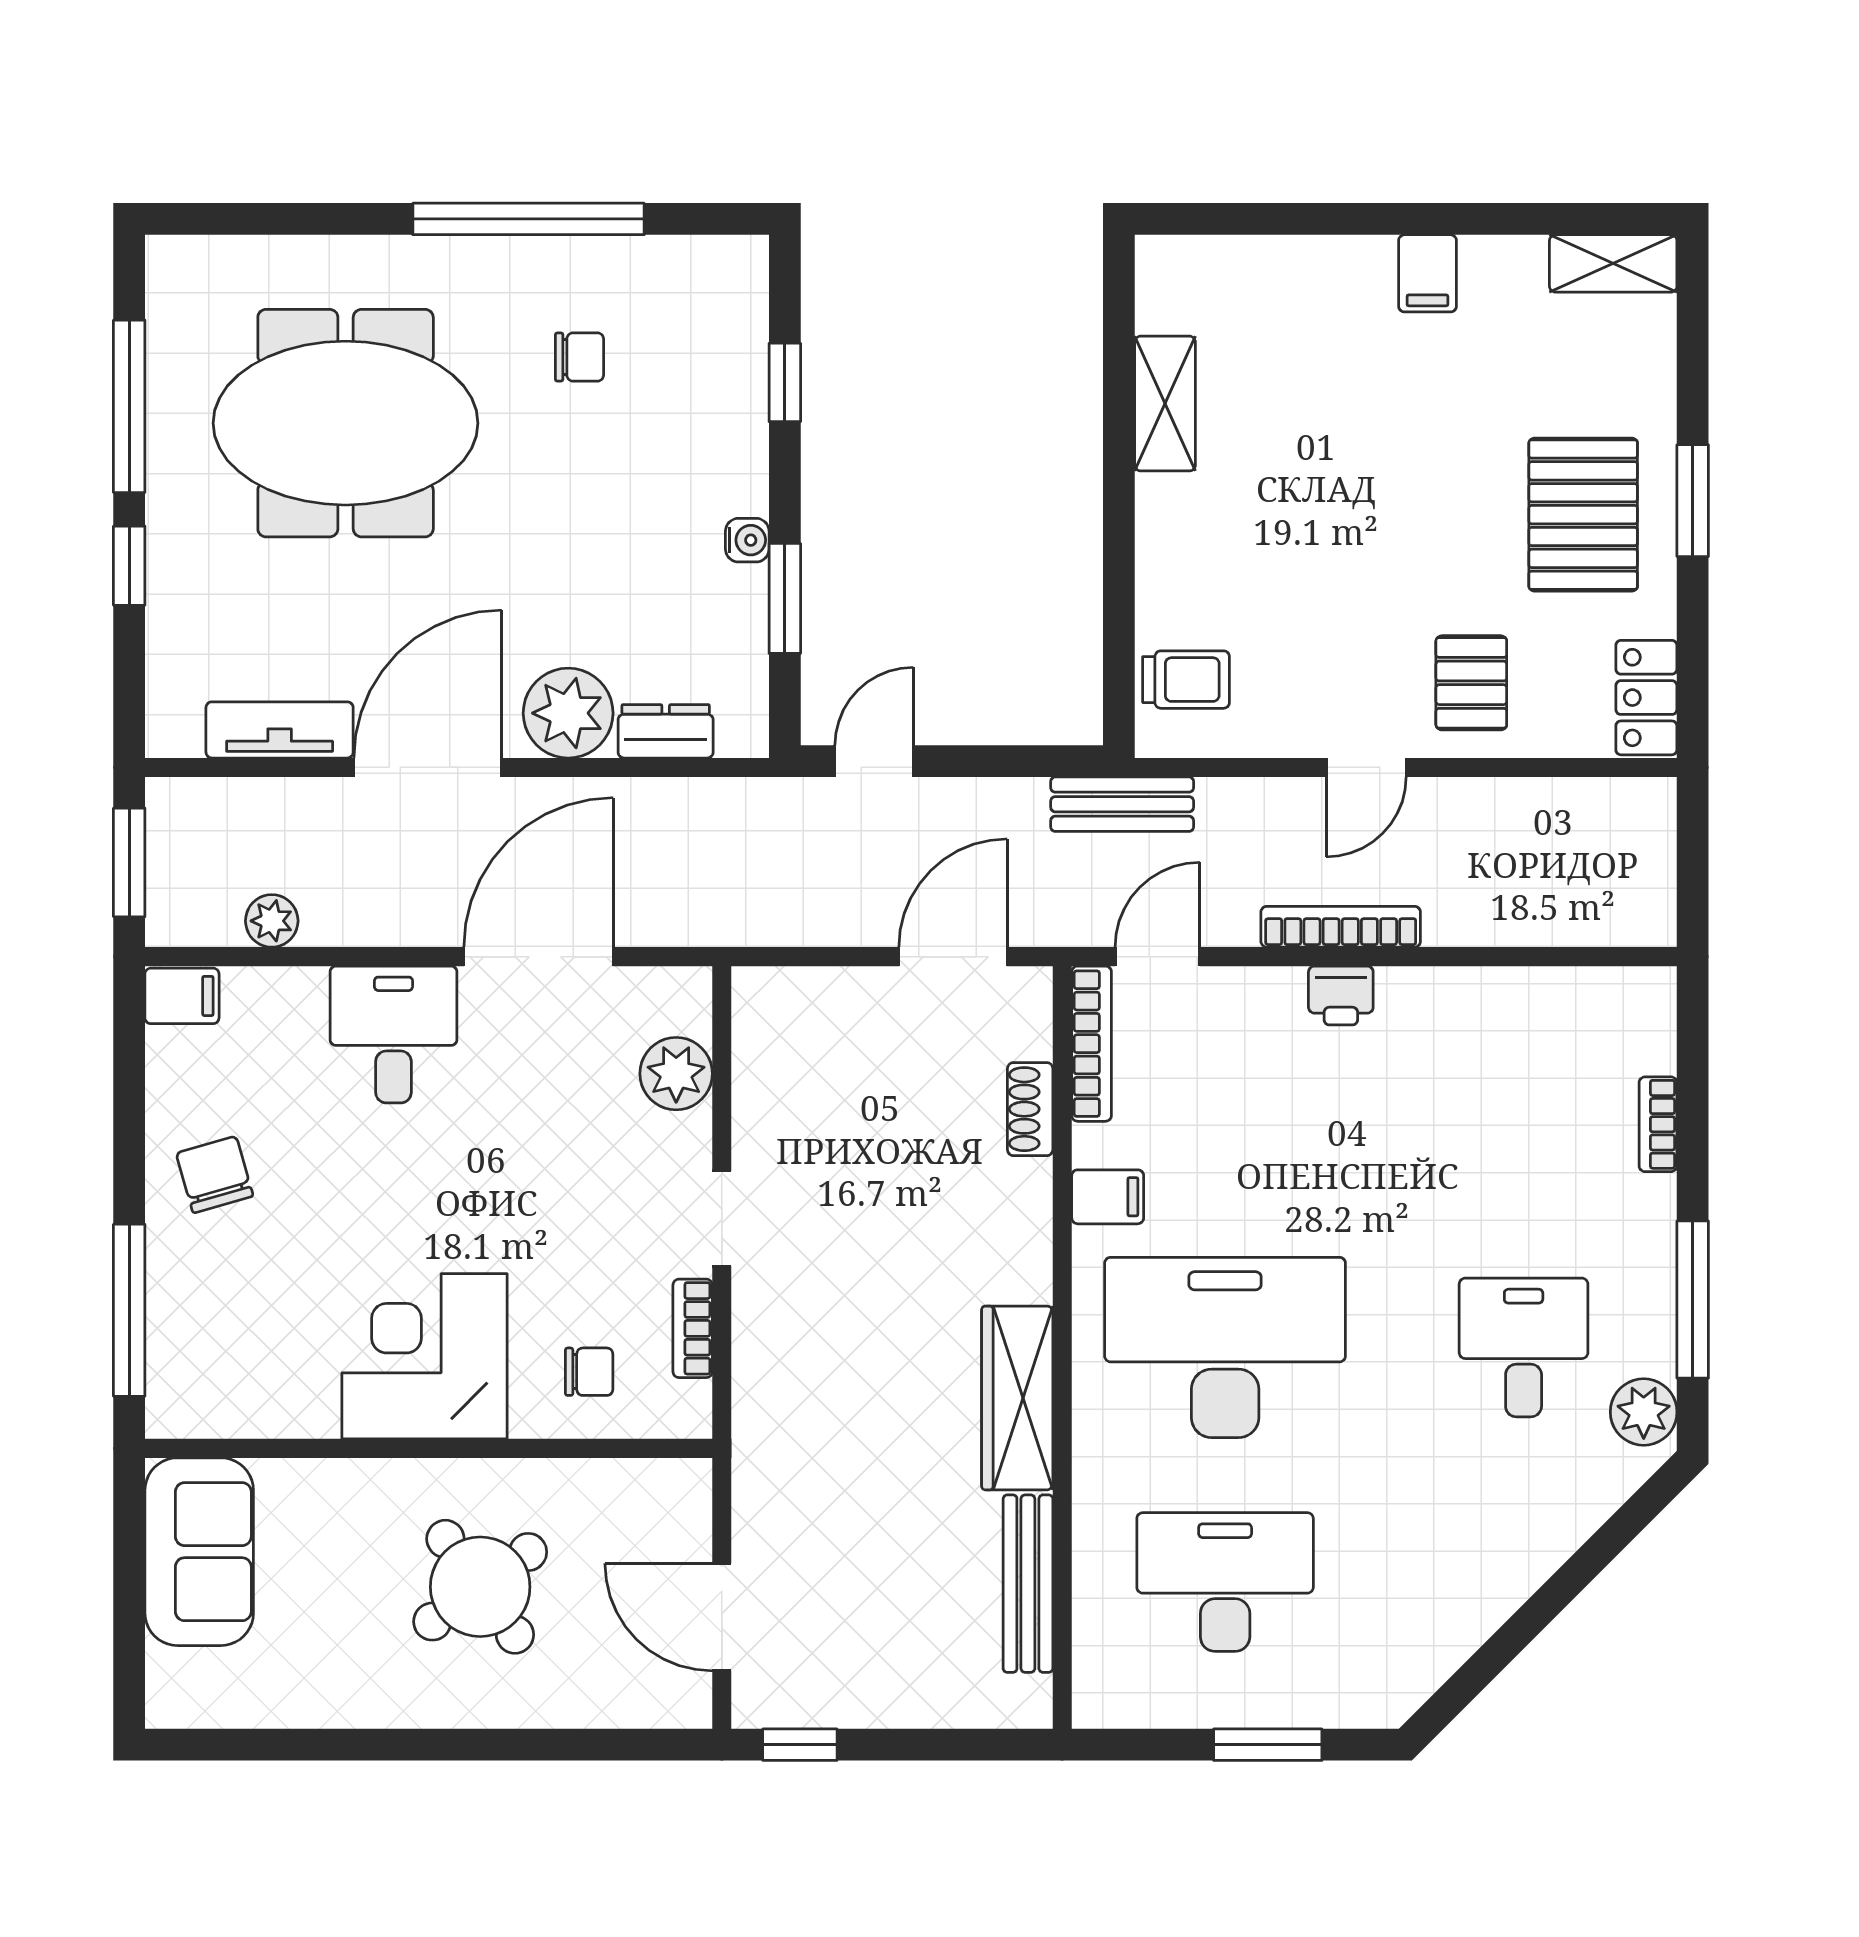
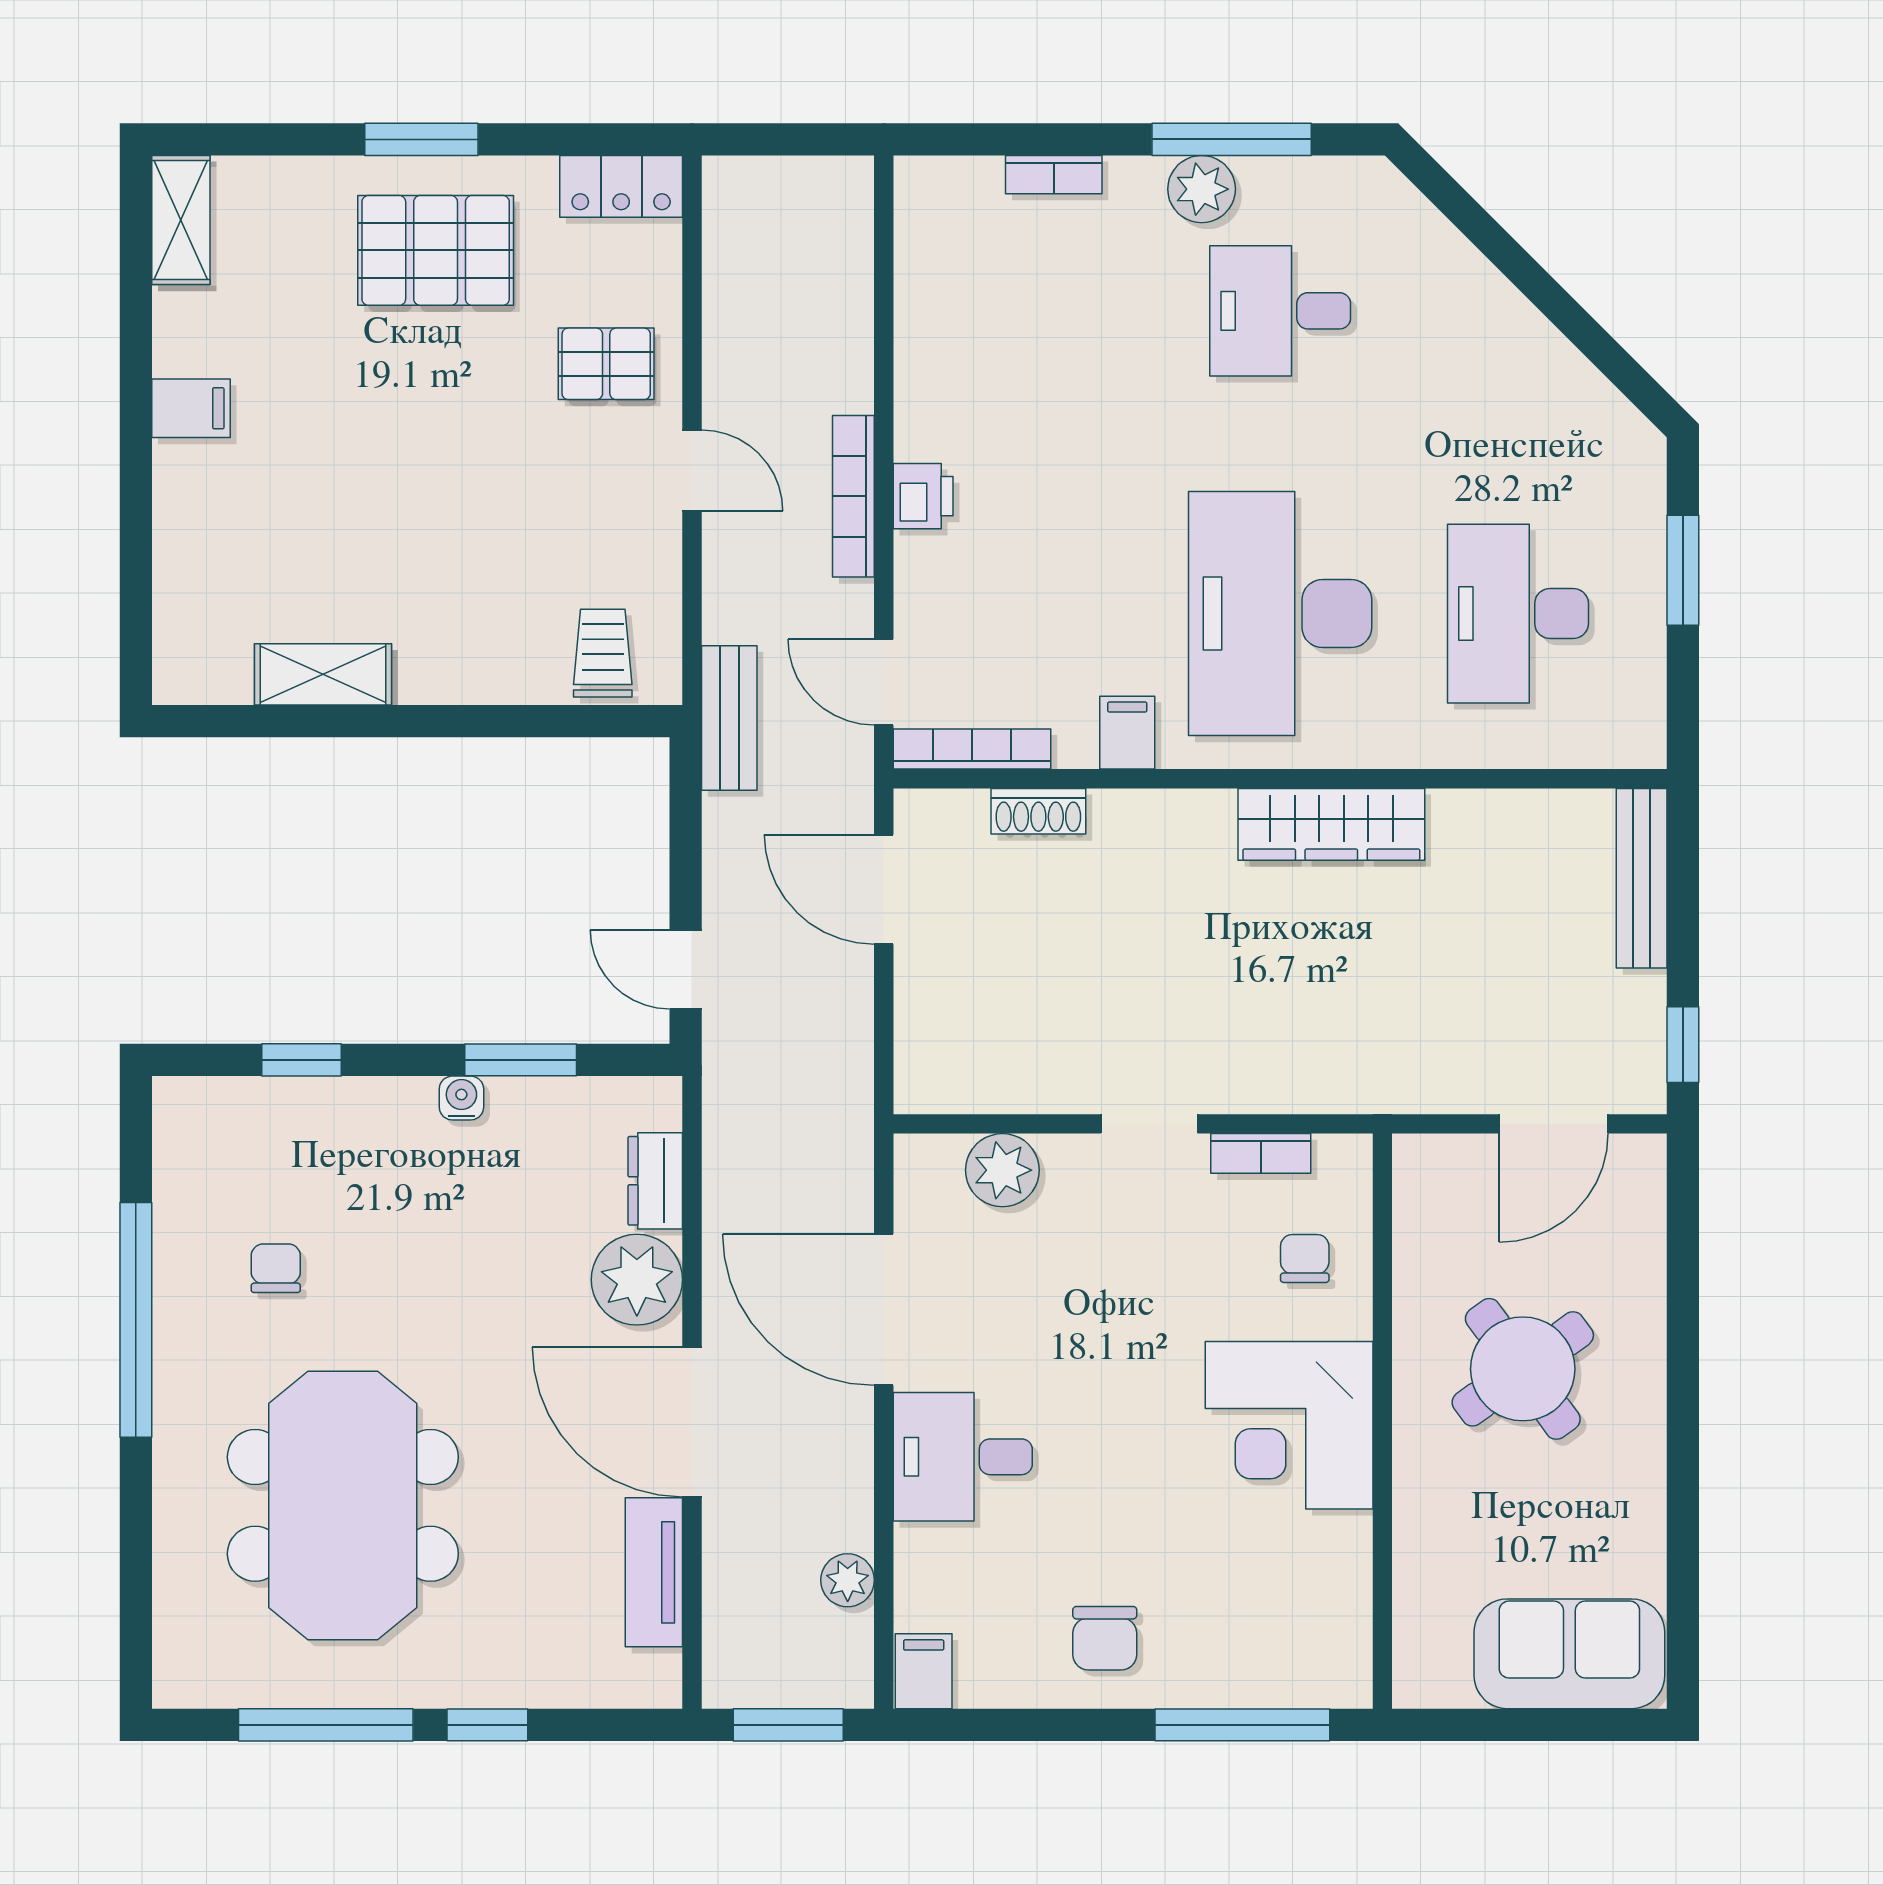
chair: (215, 1175) -> (1105, 1638), turned -74
plant: (1644, 1412) -> (1202, 189), moved
sofa: (199, 1552) -> (1569, 1654), moved
bench: (1028, 1584) -> (1642, 878), moved, turned 90

